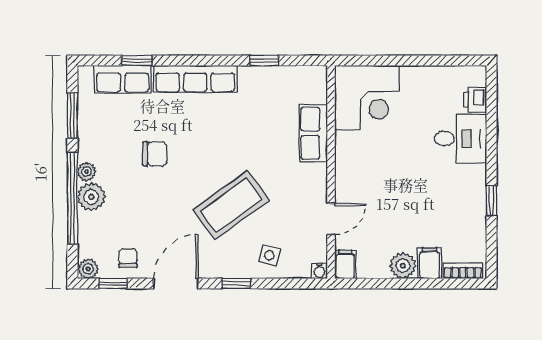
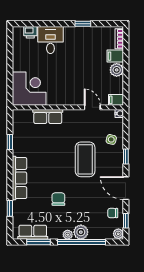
row of seats: (123, 79) -> (33, 232), moved, turned -90
coffee table: (231, 205) -> (85, 159), turned 36

